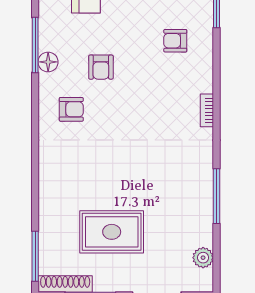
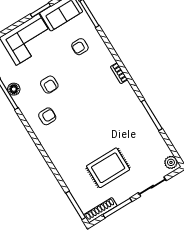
floor lamp: (48, 62) -> (14, 89), moved
plant: (203, 258) -> (171, 162), moved

